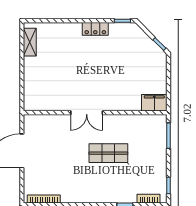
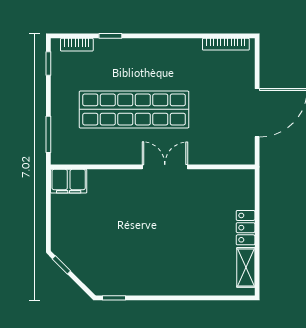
locker: (95, 29) -> (246, 228), moved, turned -90
shop shelf: (108, 153) -> (134, 109), width x2.00, depth x1.36

